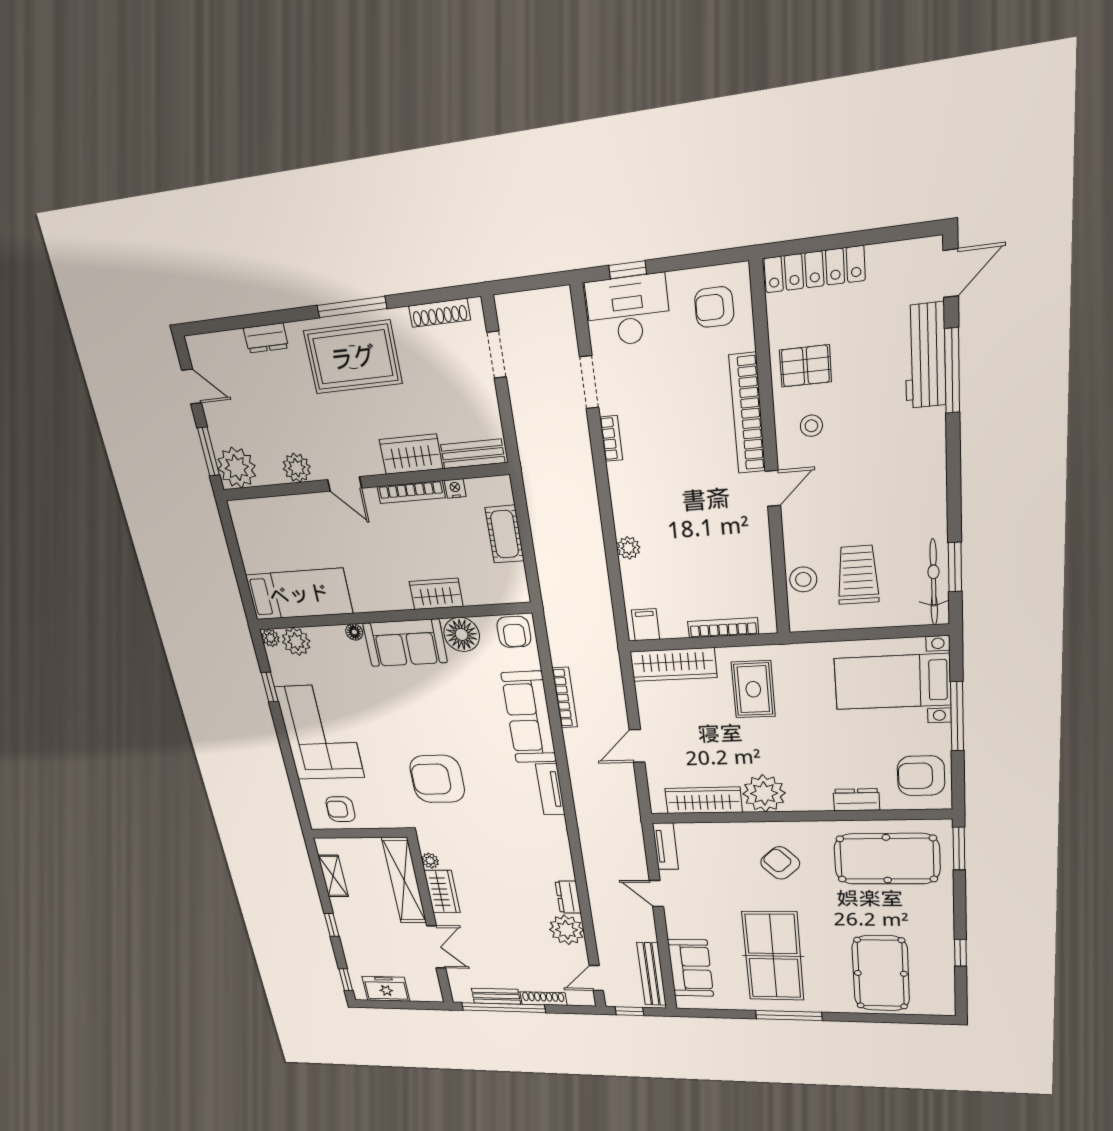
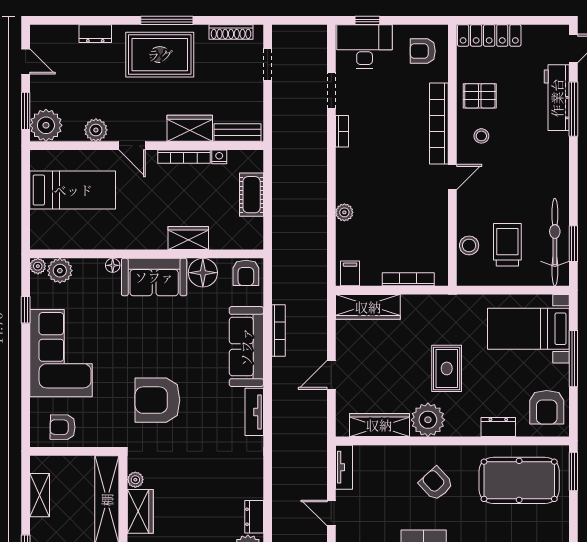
bicycle: (934, 582) -> (555, 242), width x1.37, depth x1.40
bed: (299, 594) -> (73, 190), moved
rug: (753, 689) -> (447, 368), moved
armchair: (921, 776) -> (547, 407), turned -90

